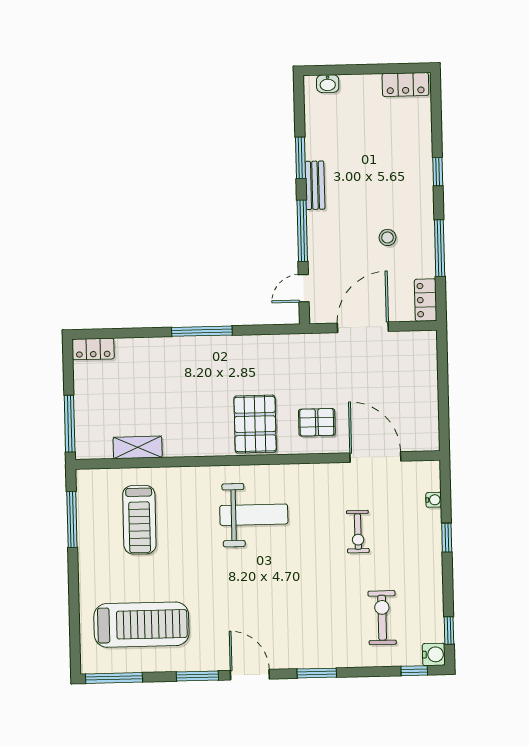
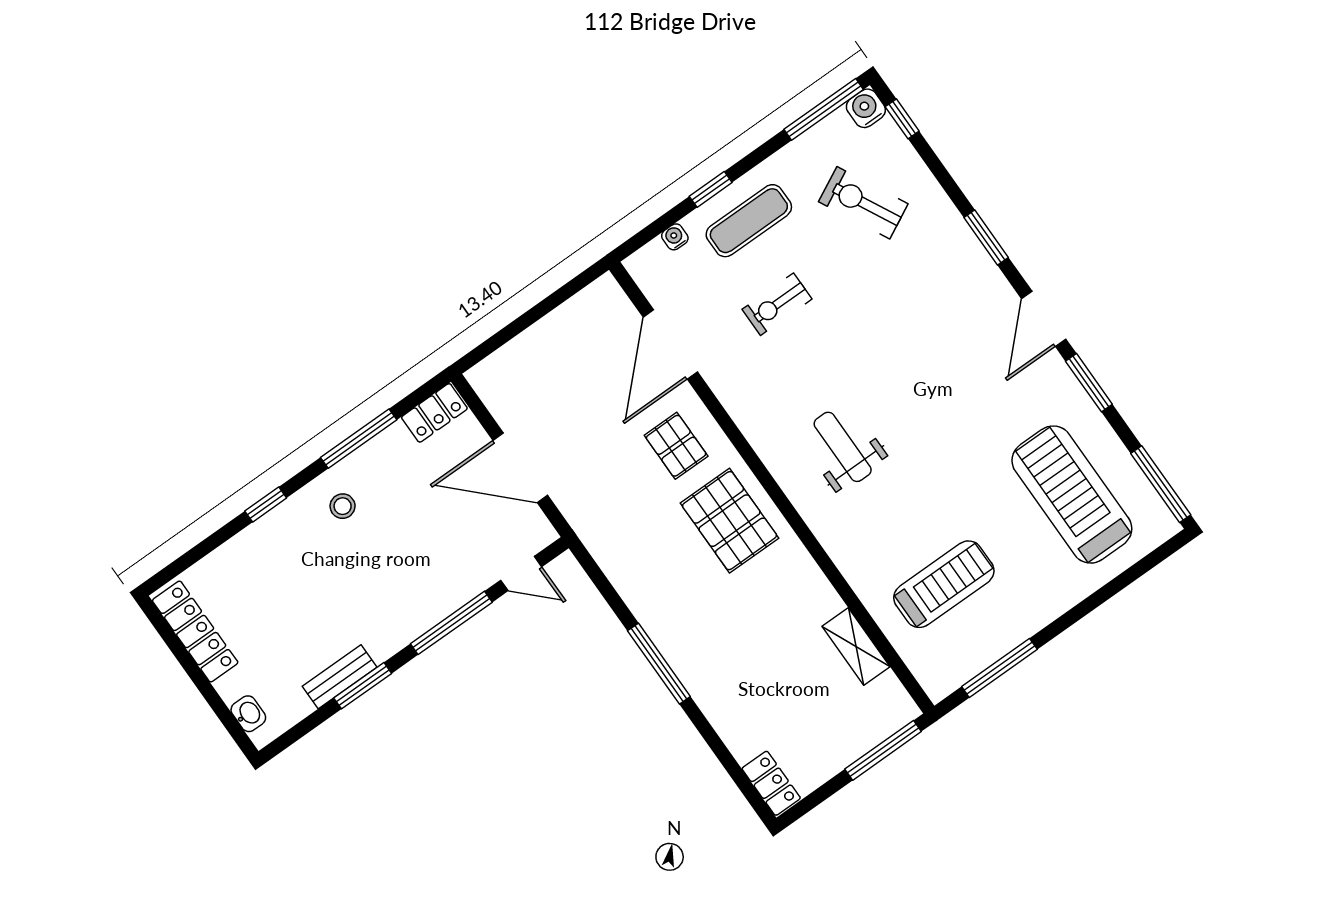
locker: (405, 84) -> (195, 632), width x1.53
bench: (315, 185) -> (340, 677), moved
stool: (388, 237) -> (343, 506), moved
pallet: (255, 424) -> (730, 521), turned 90
weight bench: (254, 515) -> (843, 447), width x0.73, depth x0.75
exercise bike: (358, 532) -> (777, 304), turned 180
exercise mat: (415, 547) -> (749, 221), added
exercise bike: (382, 618) -> (863, 203), turned 63
window: (449, 630) -> (824, 109), width x2.17

